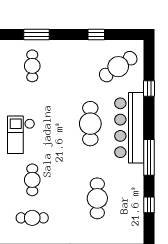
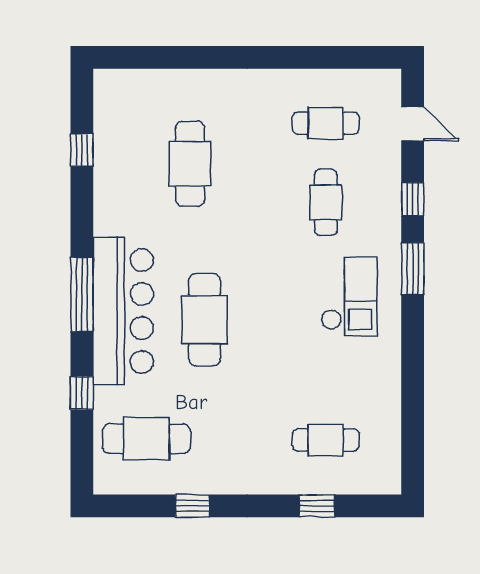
window: (36, 34) -> (317, 506), width x0.67
cafe table: (32, 66) -> (326, 440), turned 90
cafe table: (118, 67) -> (146, 439), turned 35
window: (149, 157) -> (82, 294), moved

